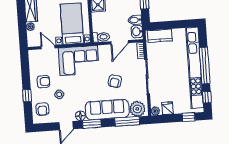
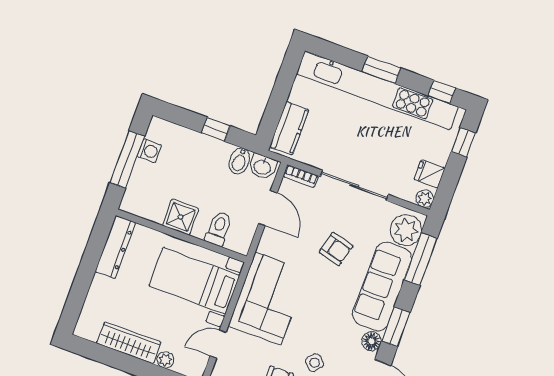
toilet: (101, 37) -> (218, 228), moved
window: (205, 66) -> (381, 70), width x0.47

